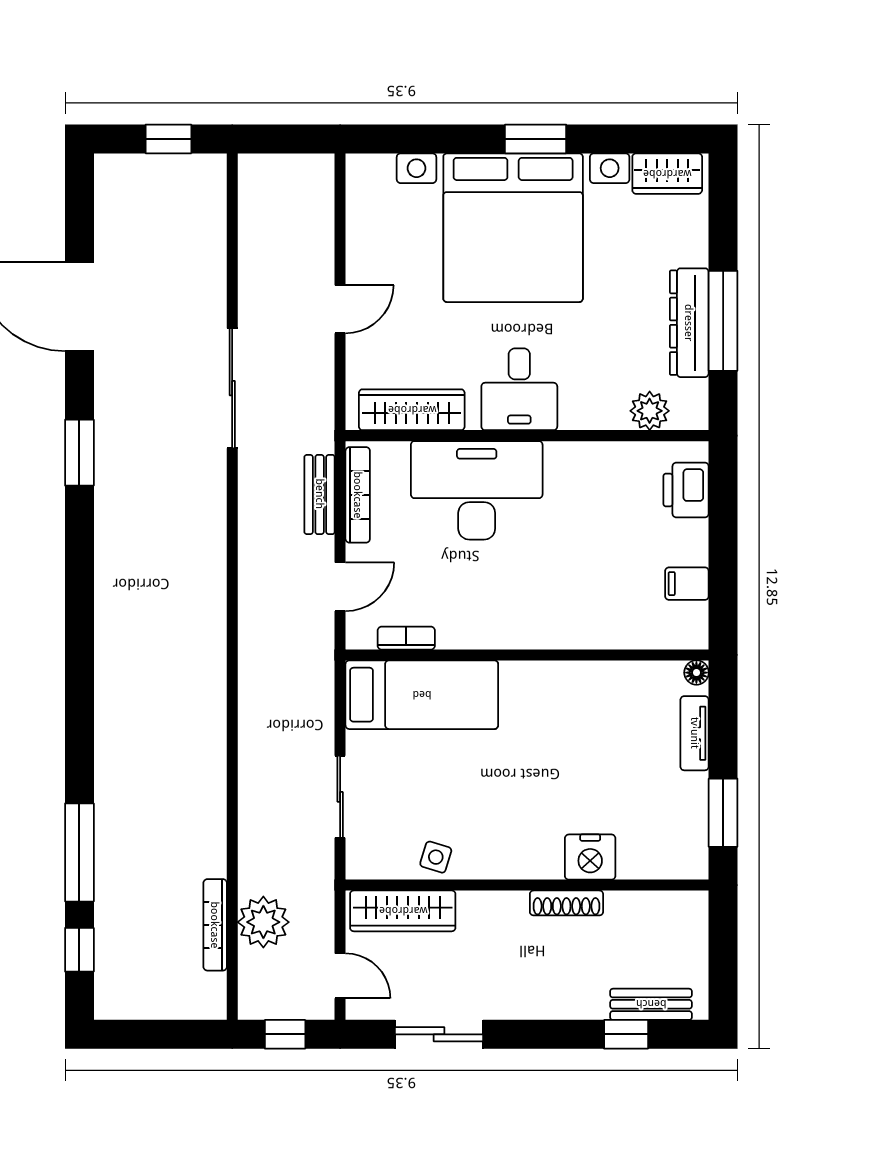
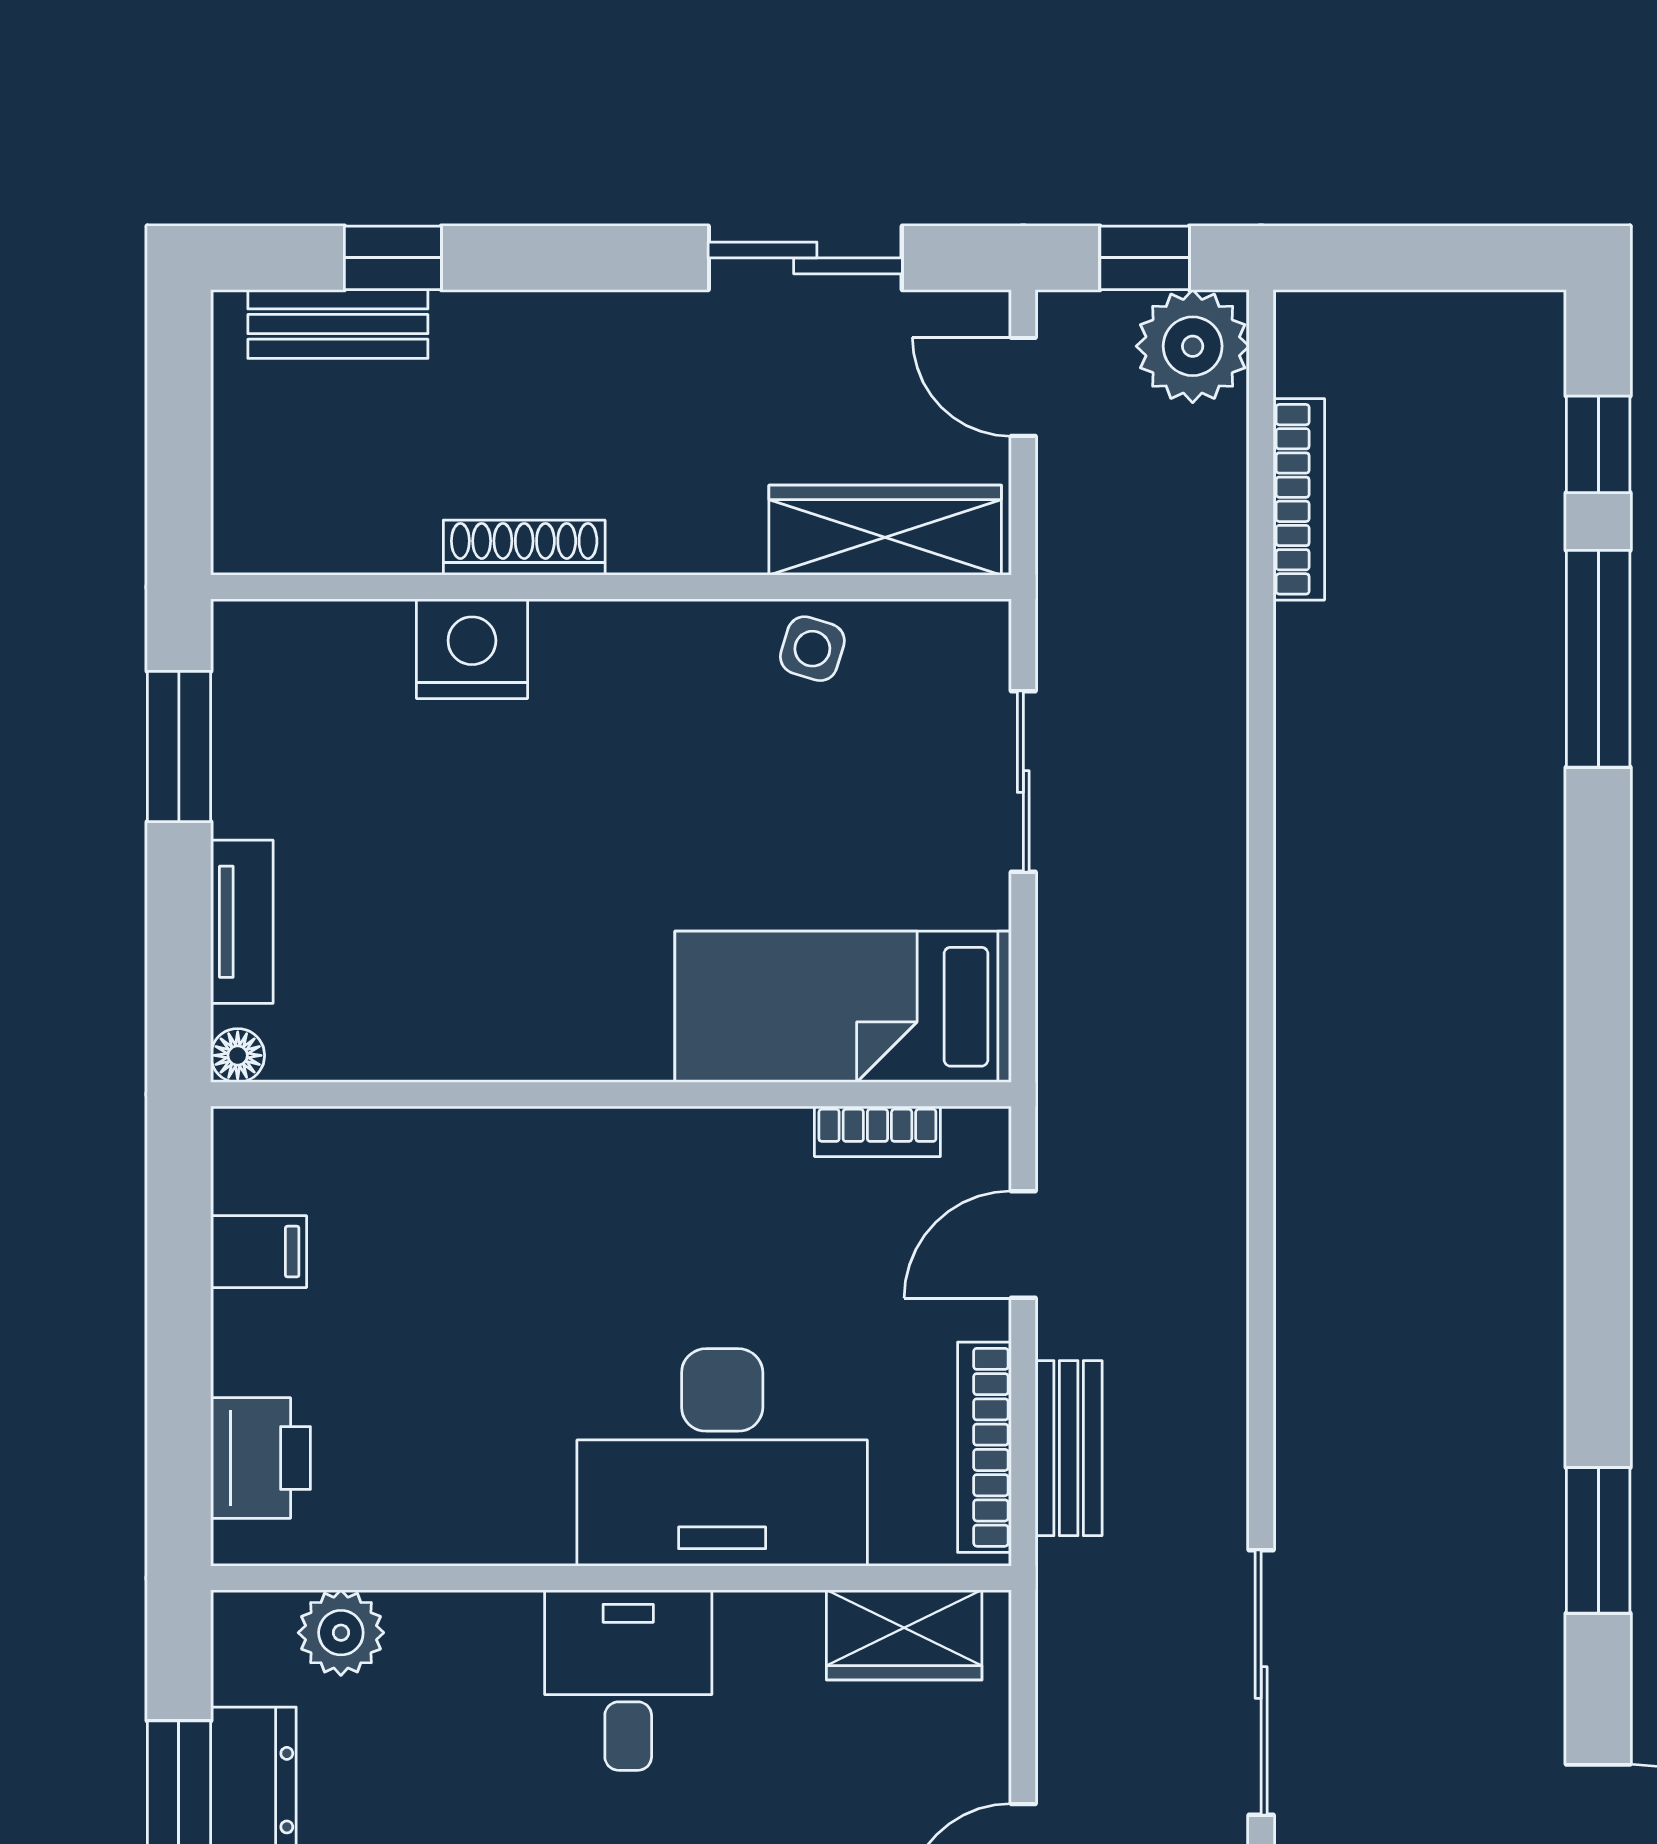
wardrobe: (412, 410) -> (904, 1635), width x0.67
plant: (263, 922) -> (1193, 346), moved

